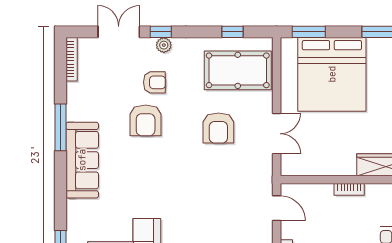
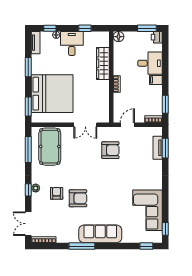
double door: (119, 32) -> (28, 224), moved
window: (232, 32) -> (28, 149), width x2.17
armchair: (218, 128) -> (110, 150), moved
double door: (277, 134) -> (85, 125), swing flipped

